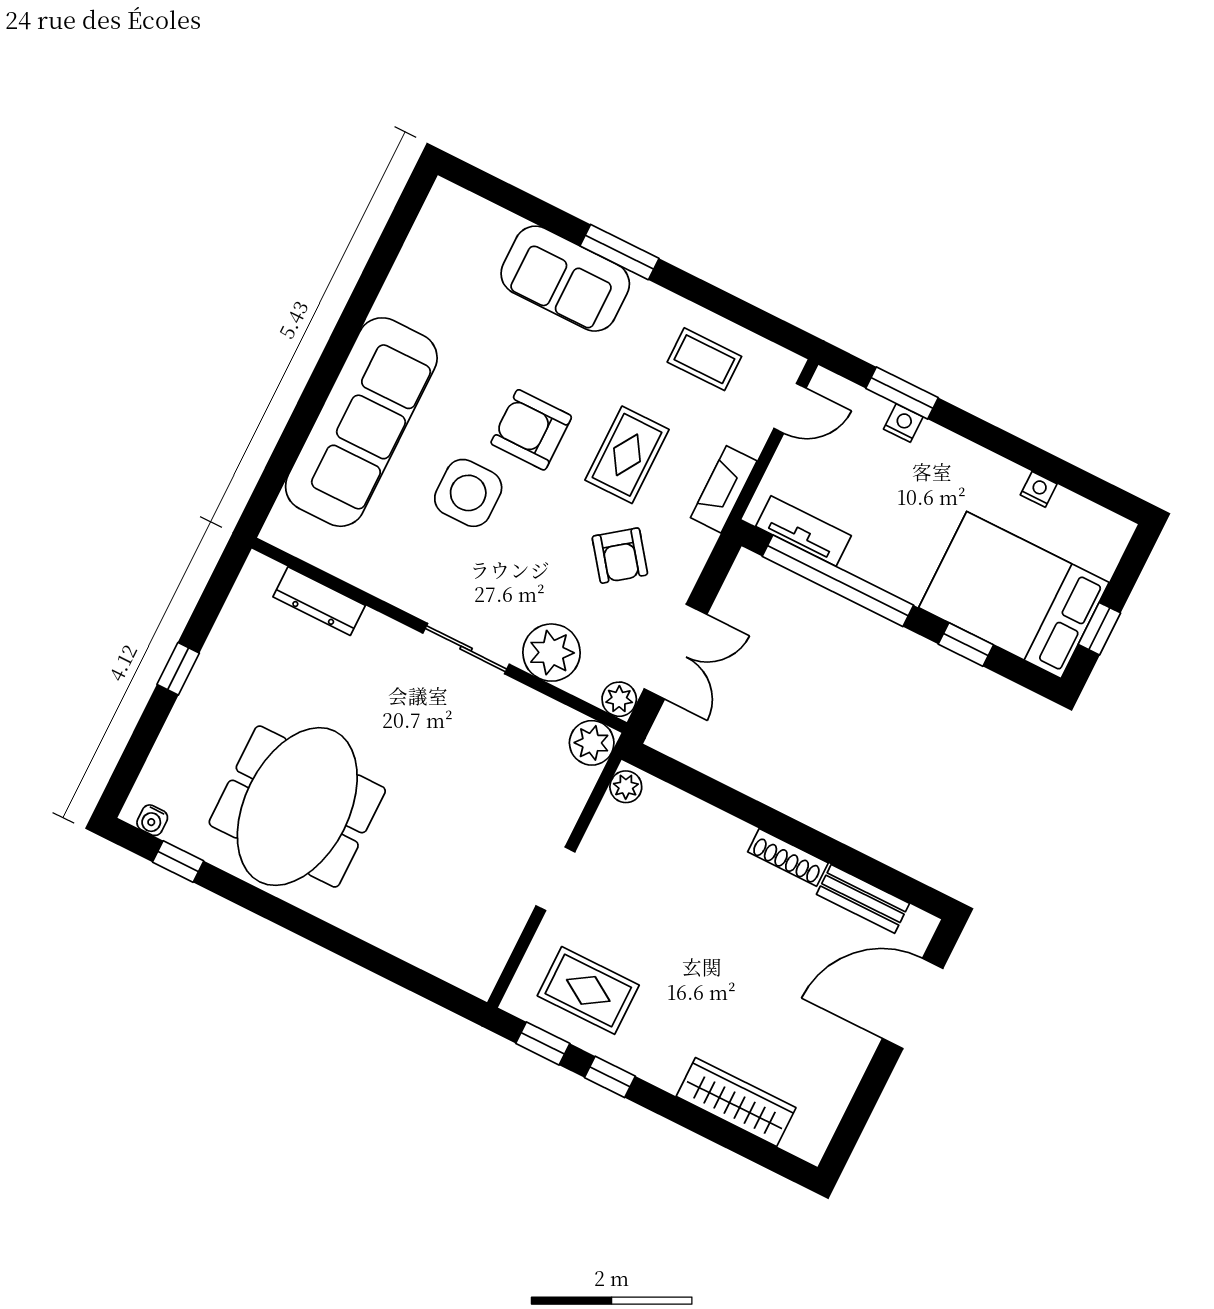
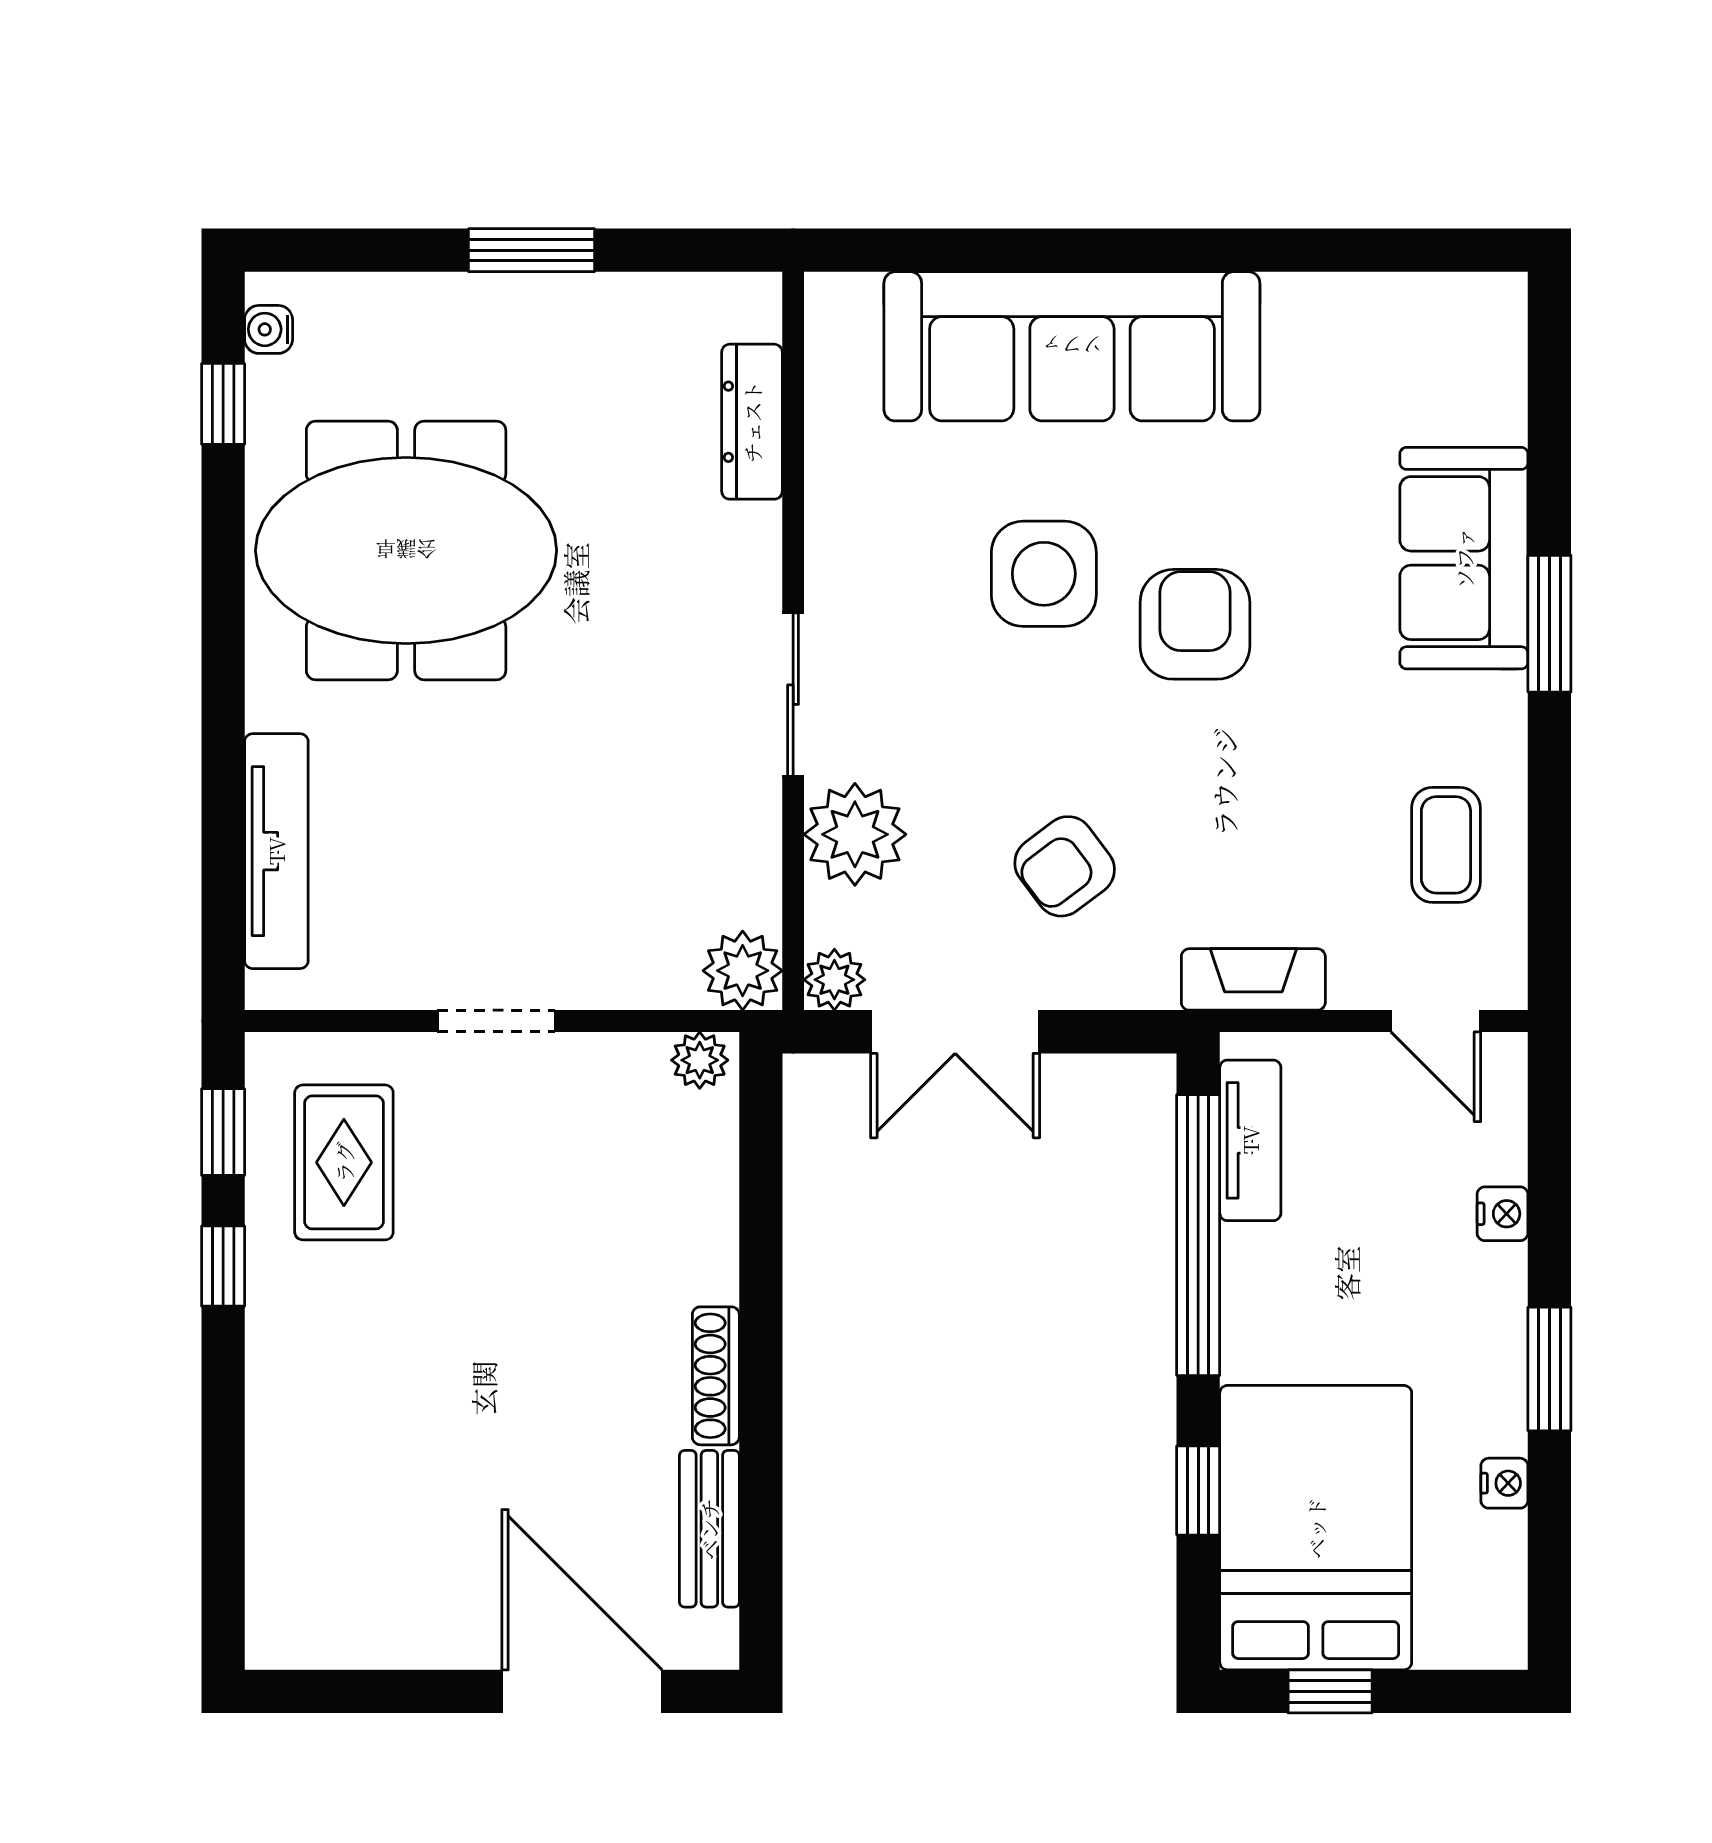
window: (902, 393) -> (1549, 1369), moved
rug: (627, 455) -> (1231, 797), removed
window: (178, 669) -> (531, 250), width x1.50
tv unit: (415, 947) -> (276, 851), added
wardrobe: (736, 1102) -> (283, 1488), removed

